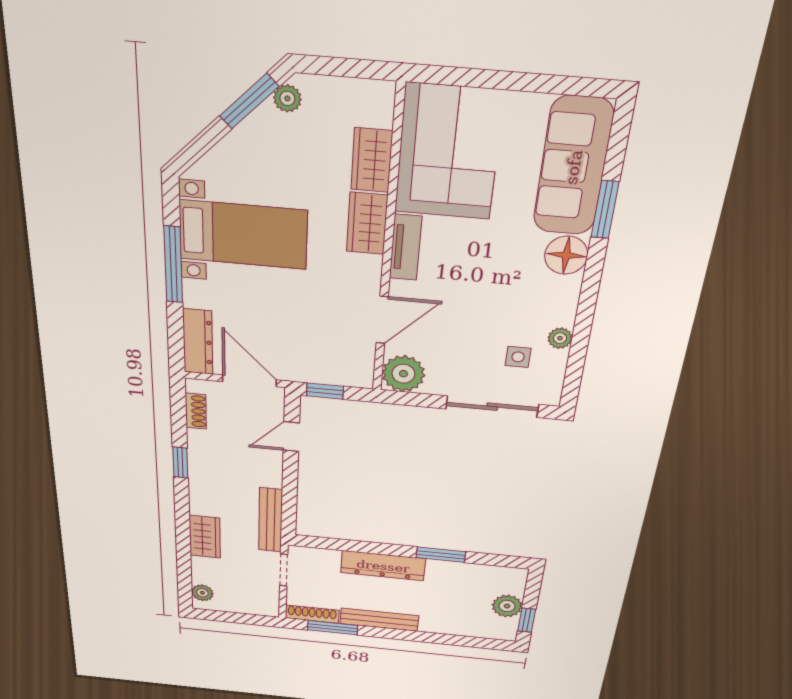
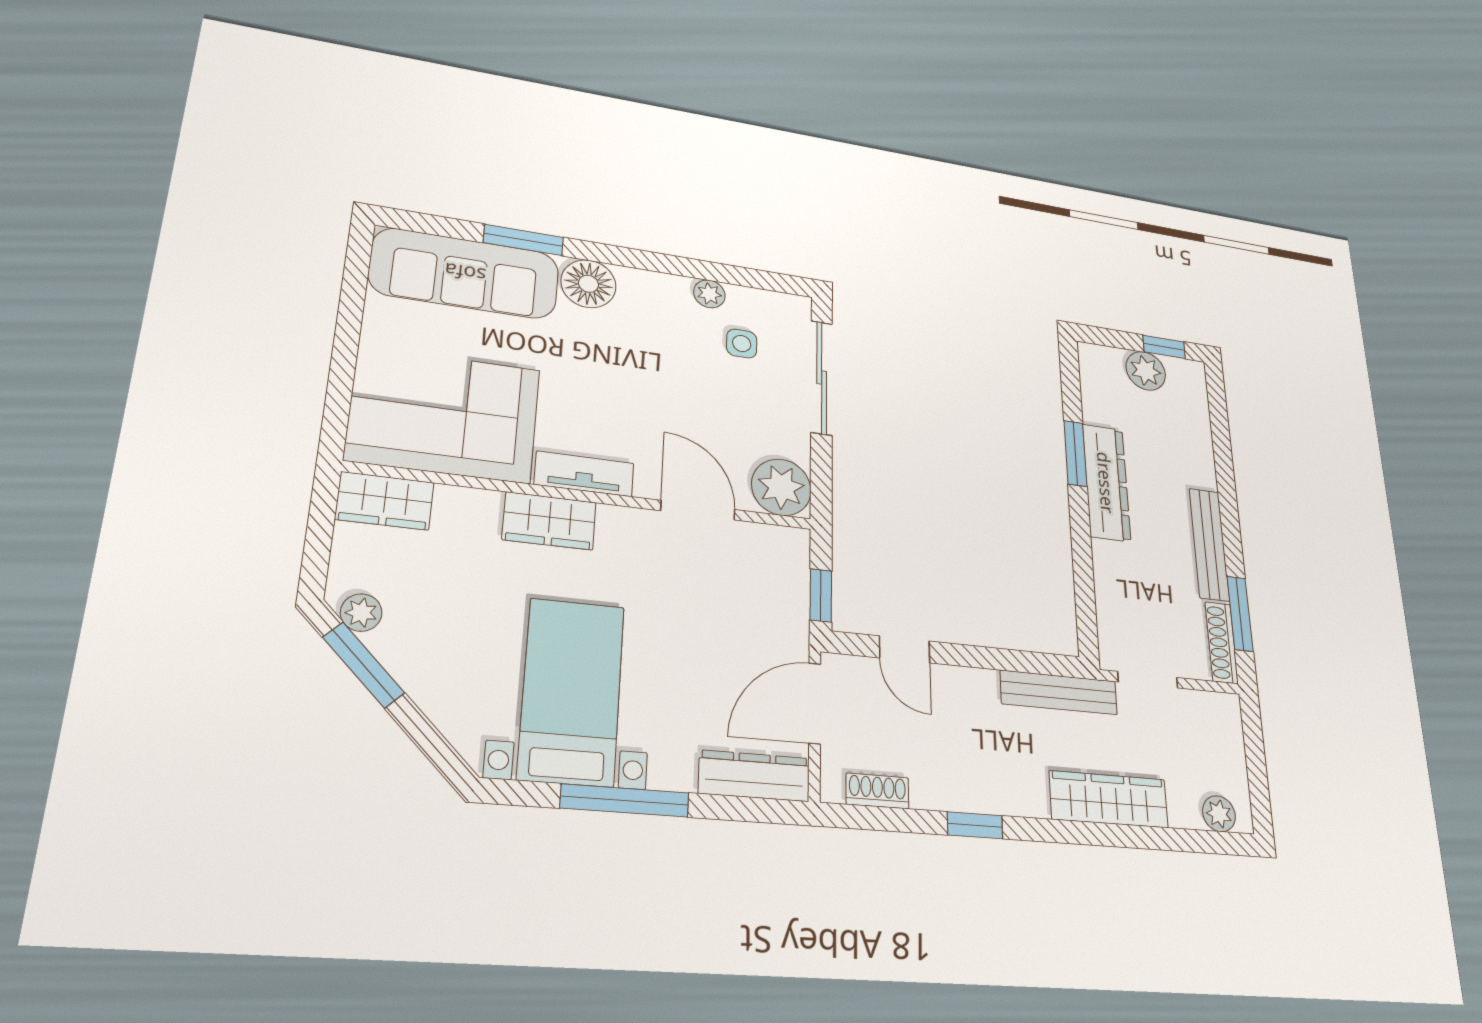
wardrobe: (372, 160) -> (385, 501), moved
wardrobe: (205, 537) -> (1109, 799), width x1.50
dresser: (383, 566) -> (1106, 483), moved

